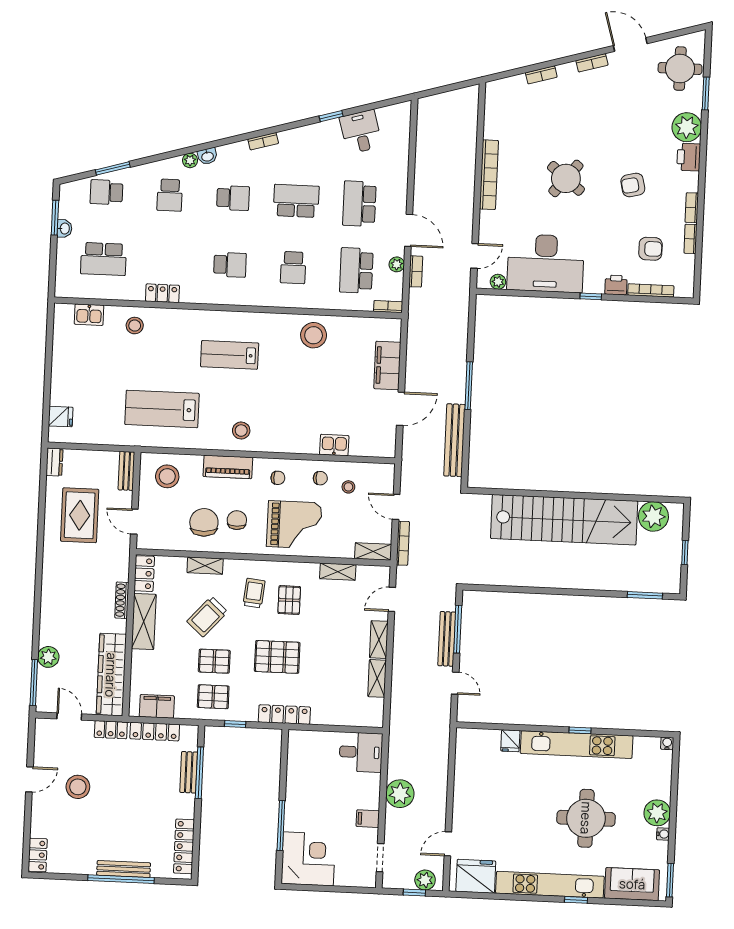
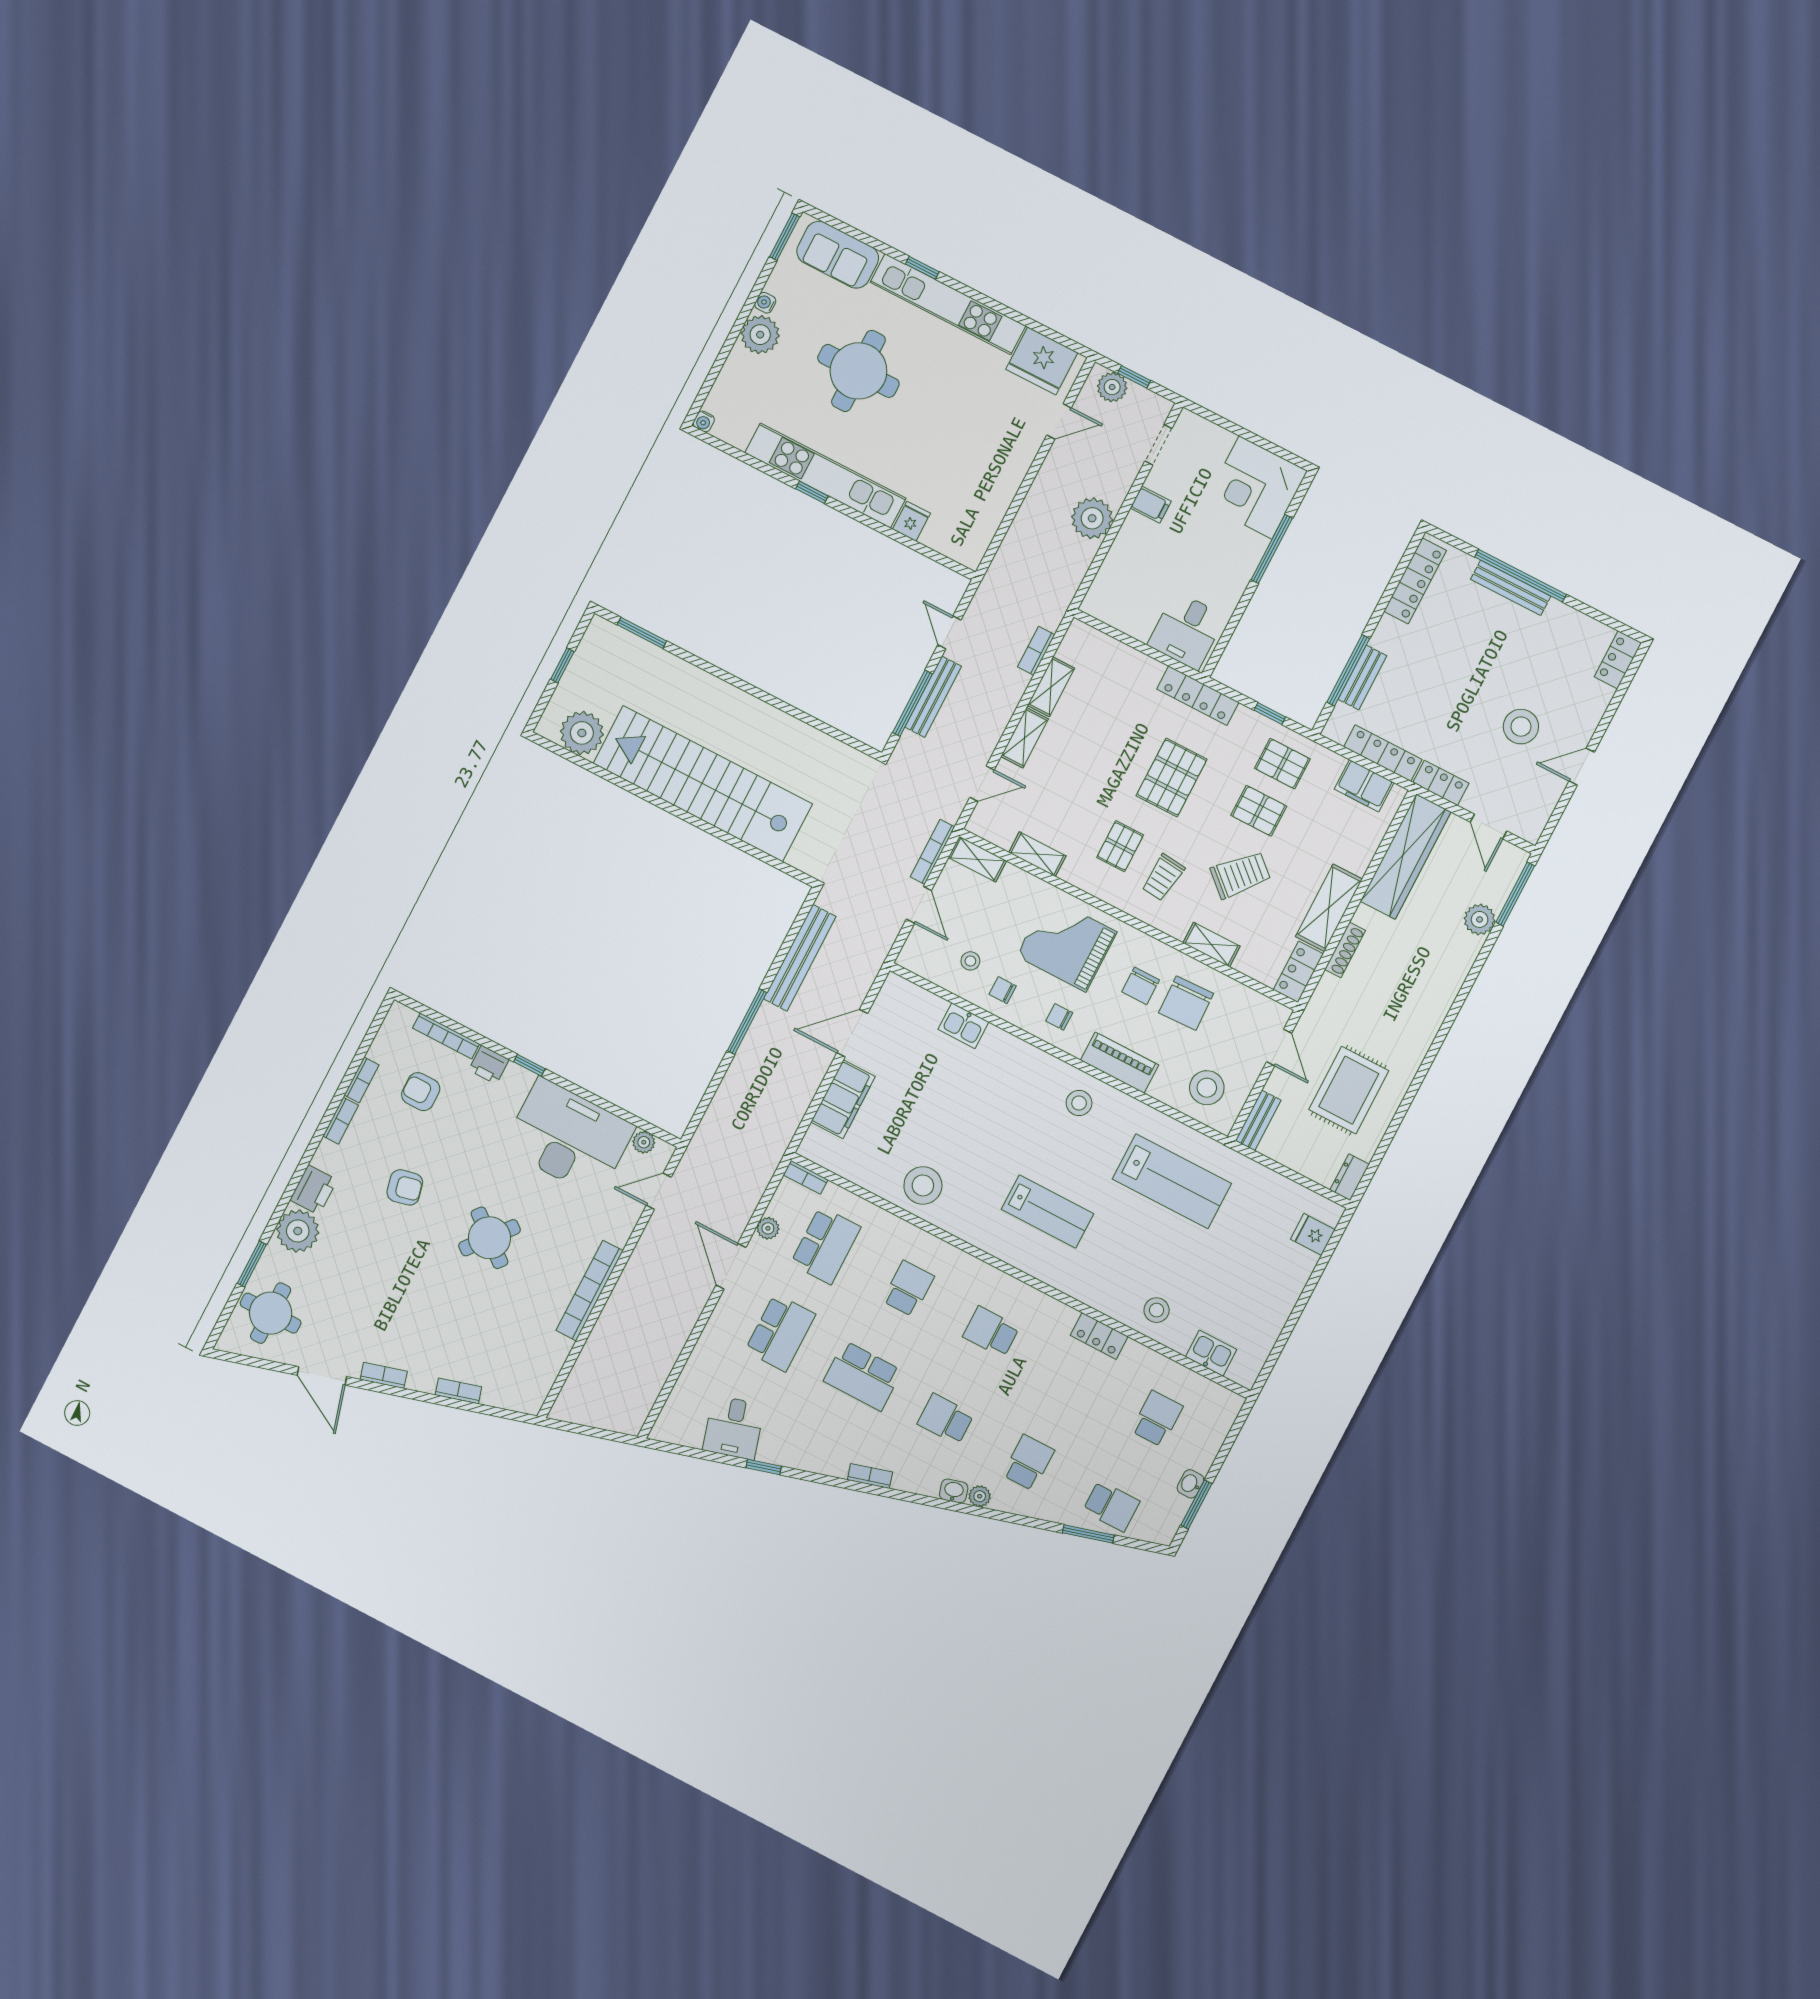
school desk: (104, 259) -> (1157, 1419), width x0.54
bookcase: (416, 271) -> (1036, 651), moved
pallet: (277, 657) -> (1172, 777), turned 90
desk: (361, 752) -> (1187, 631), moved, turned -90

